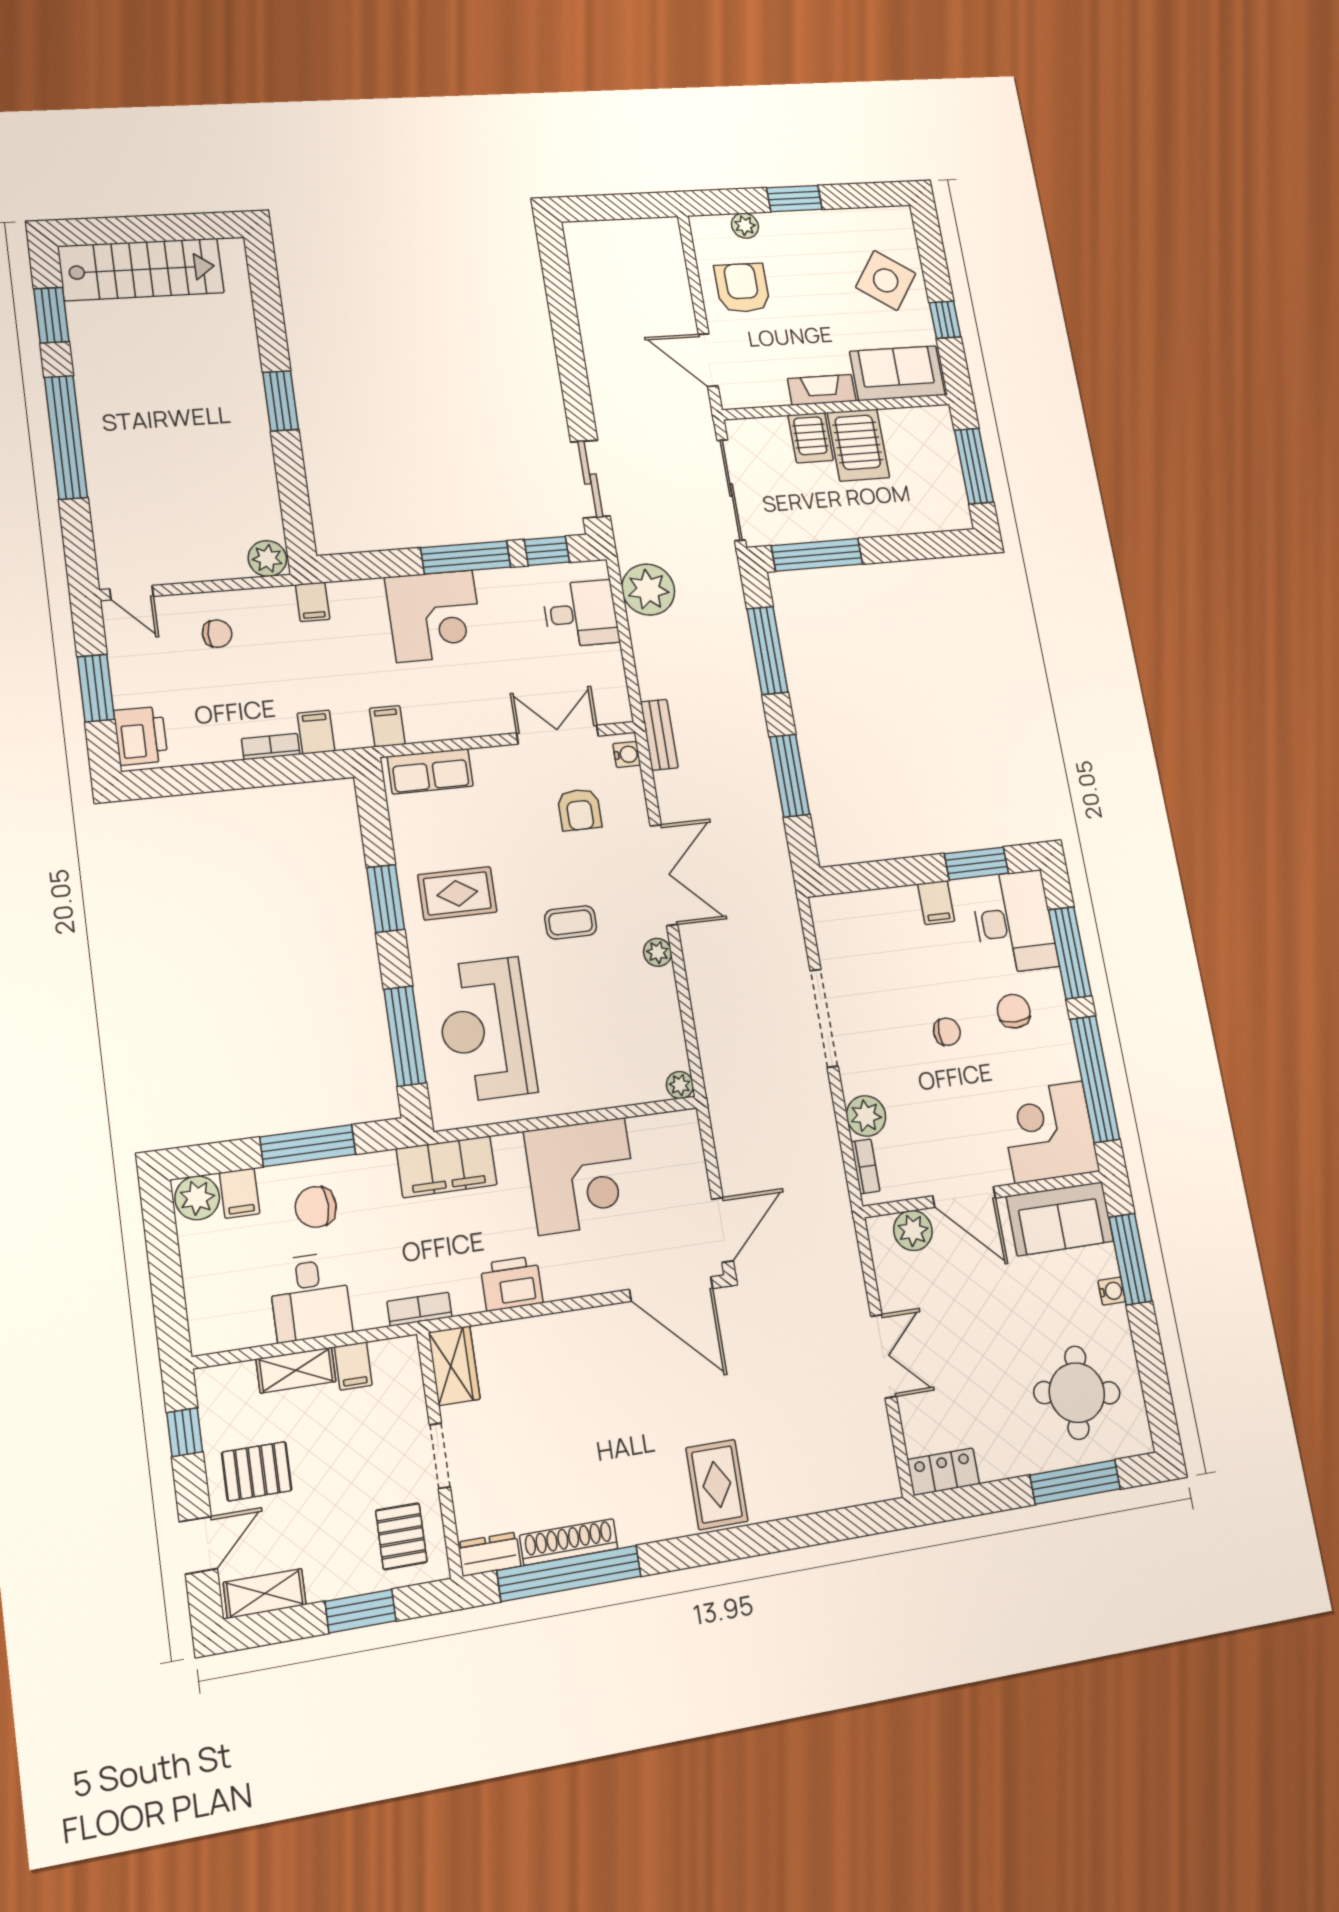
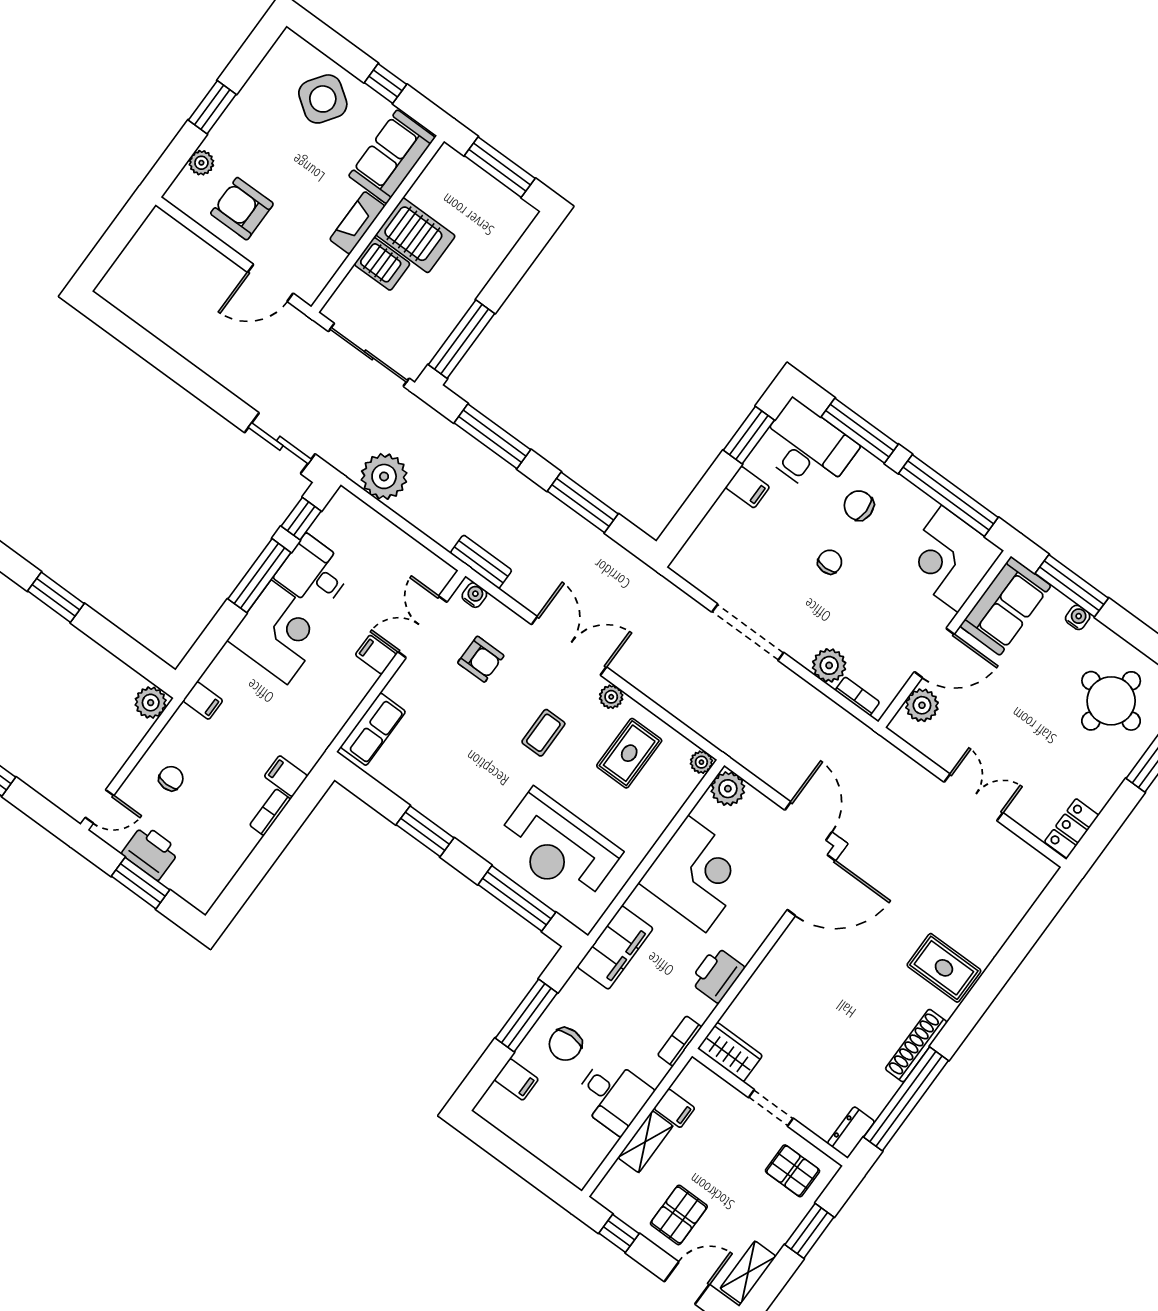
desk: (581, 614) -> (314, 573), moved, turned -90
filing cabinet: (387, 726) -> (376, 655), moved
printer: (141, 736) -> (151, 852), moved
rug: (457, 893) -> (629, 753), moved
plant: (197, 1198) -> (728, 789), moved
shoe rack: (569, 1542) -> (916, 1046), moved
door: (198, 1545) -> (687, 1283), hinge flipped

